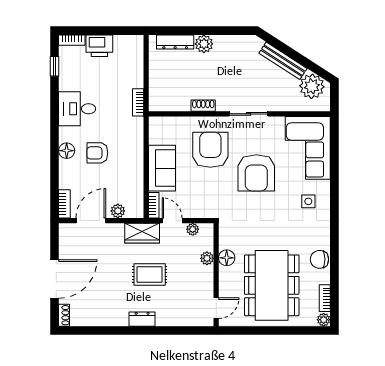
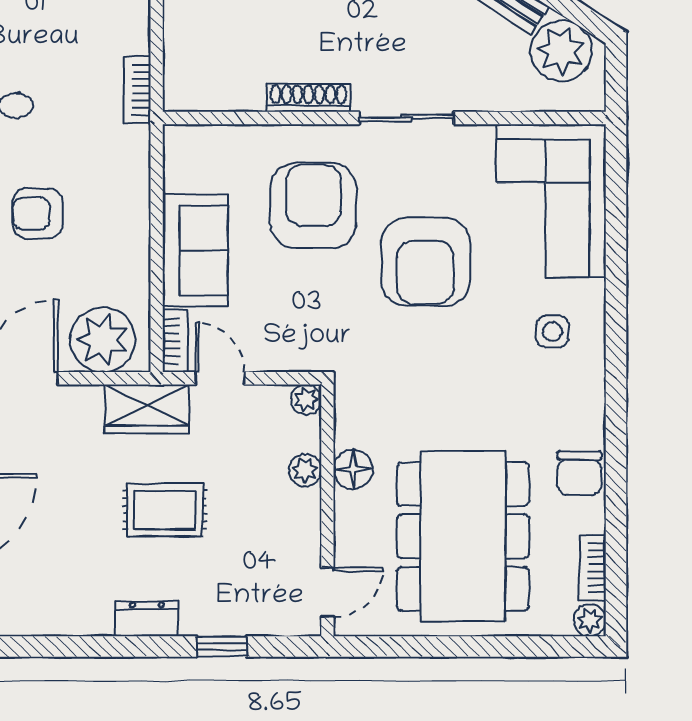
shoe rack: (203, 106) -> (308, 98), width x1.43
plant: (118, 211) -> (103, 340), width x1.88, depth x1.88
plant: (193, 229) -> (306, 400), moved
chair: (319, 259) -> (580, 473), turned -90
window: (173, 330) -> (222, 647), added

